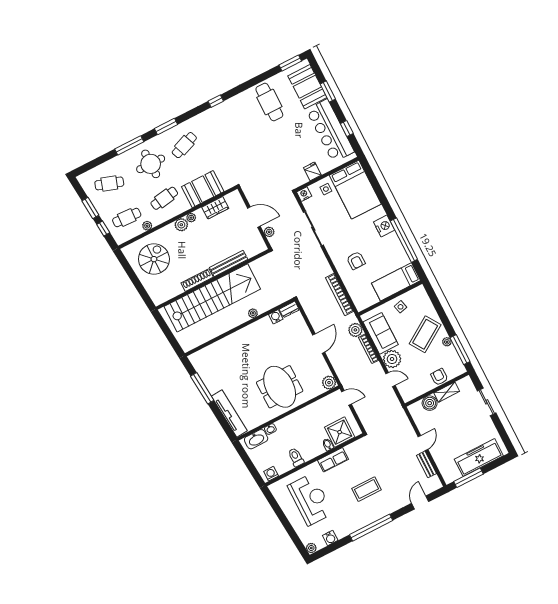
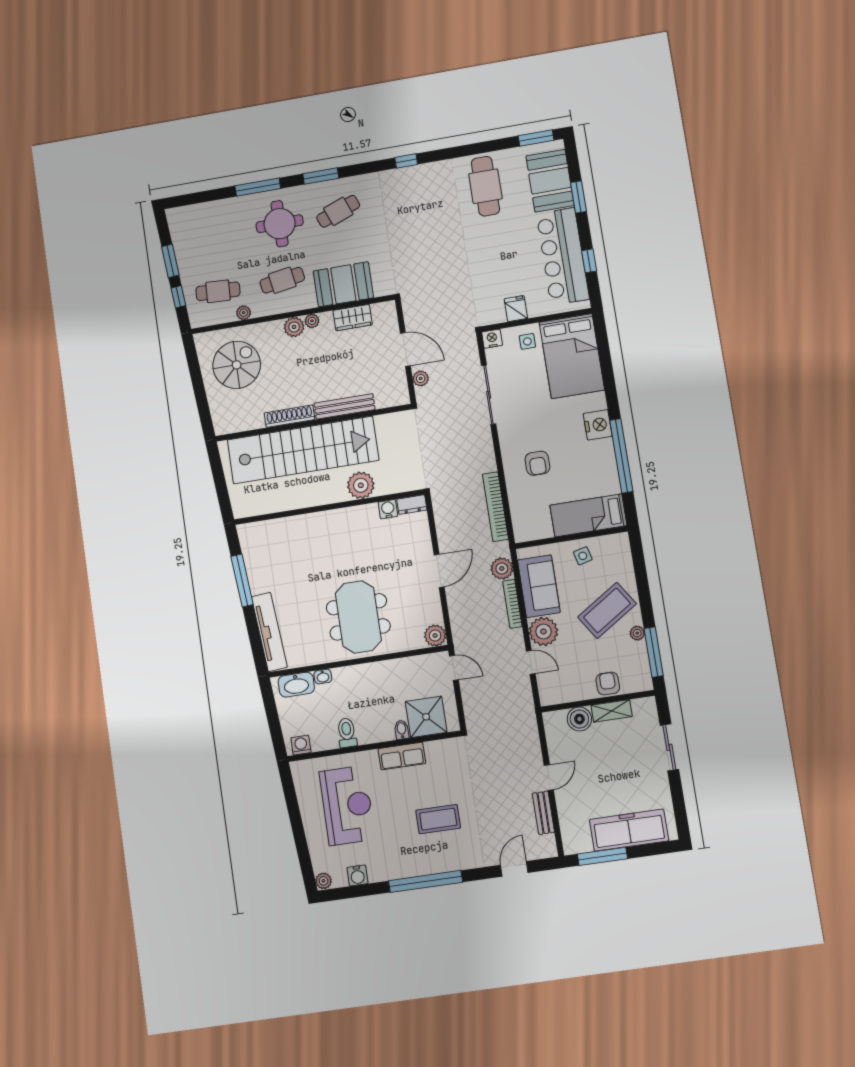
cafe table: (109, 183) -> (210, 234), removed
plant: (253, 313) -> (361, 485), width x1.88, depth x1.88

